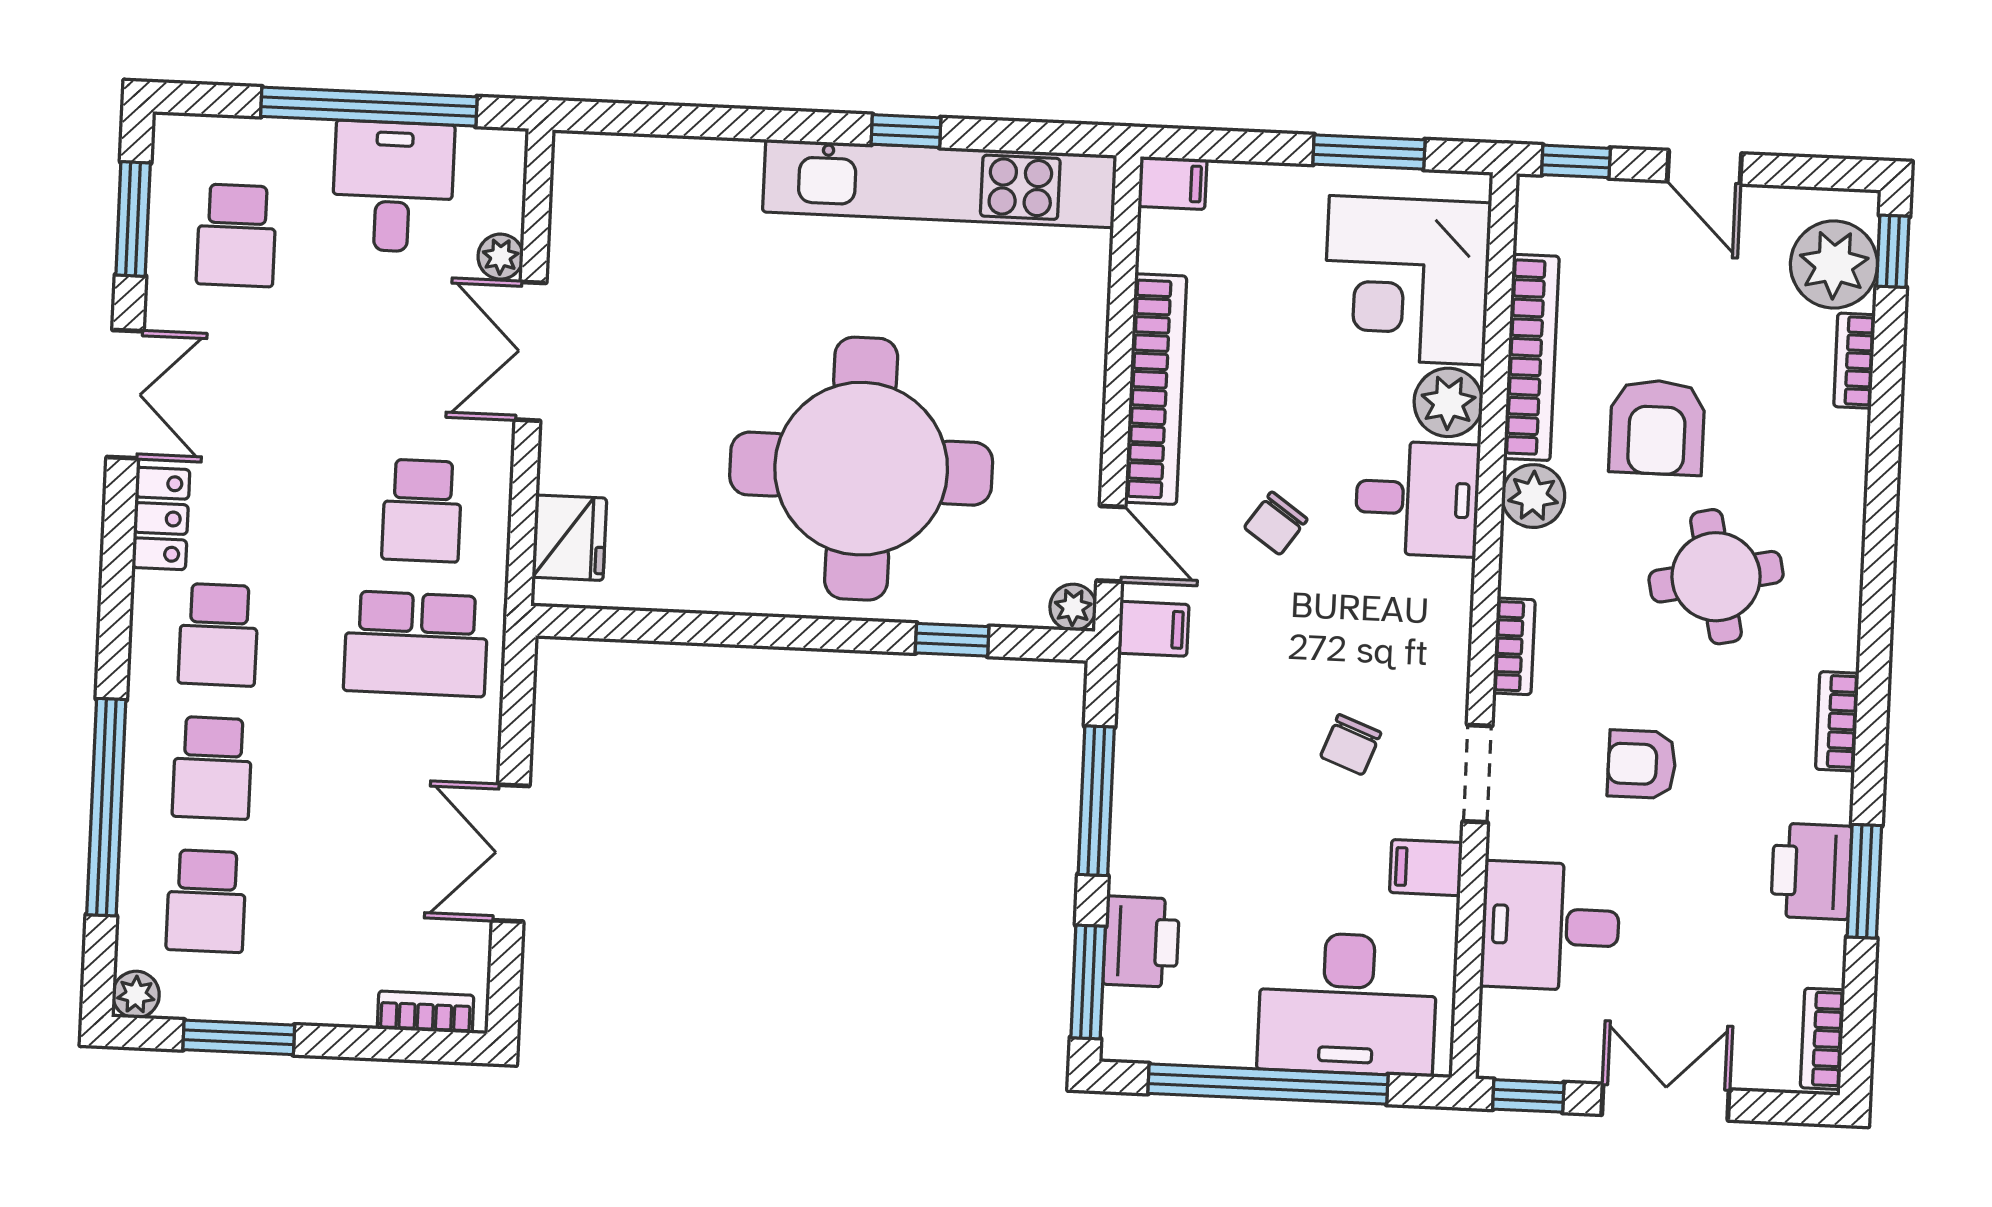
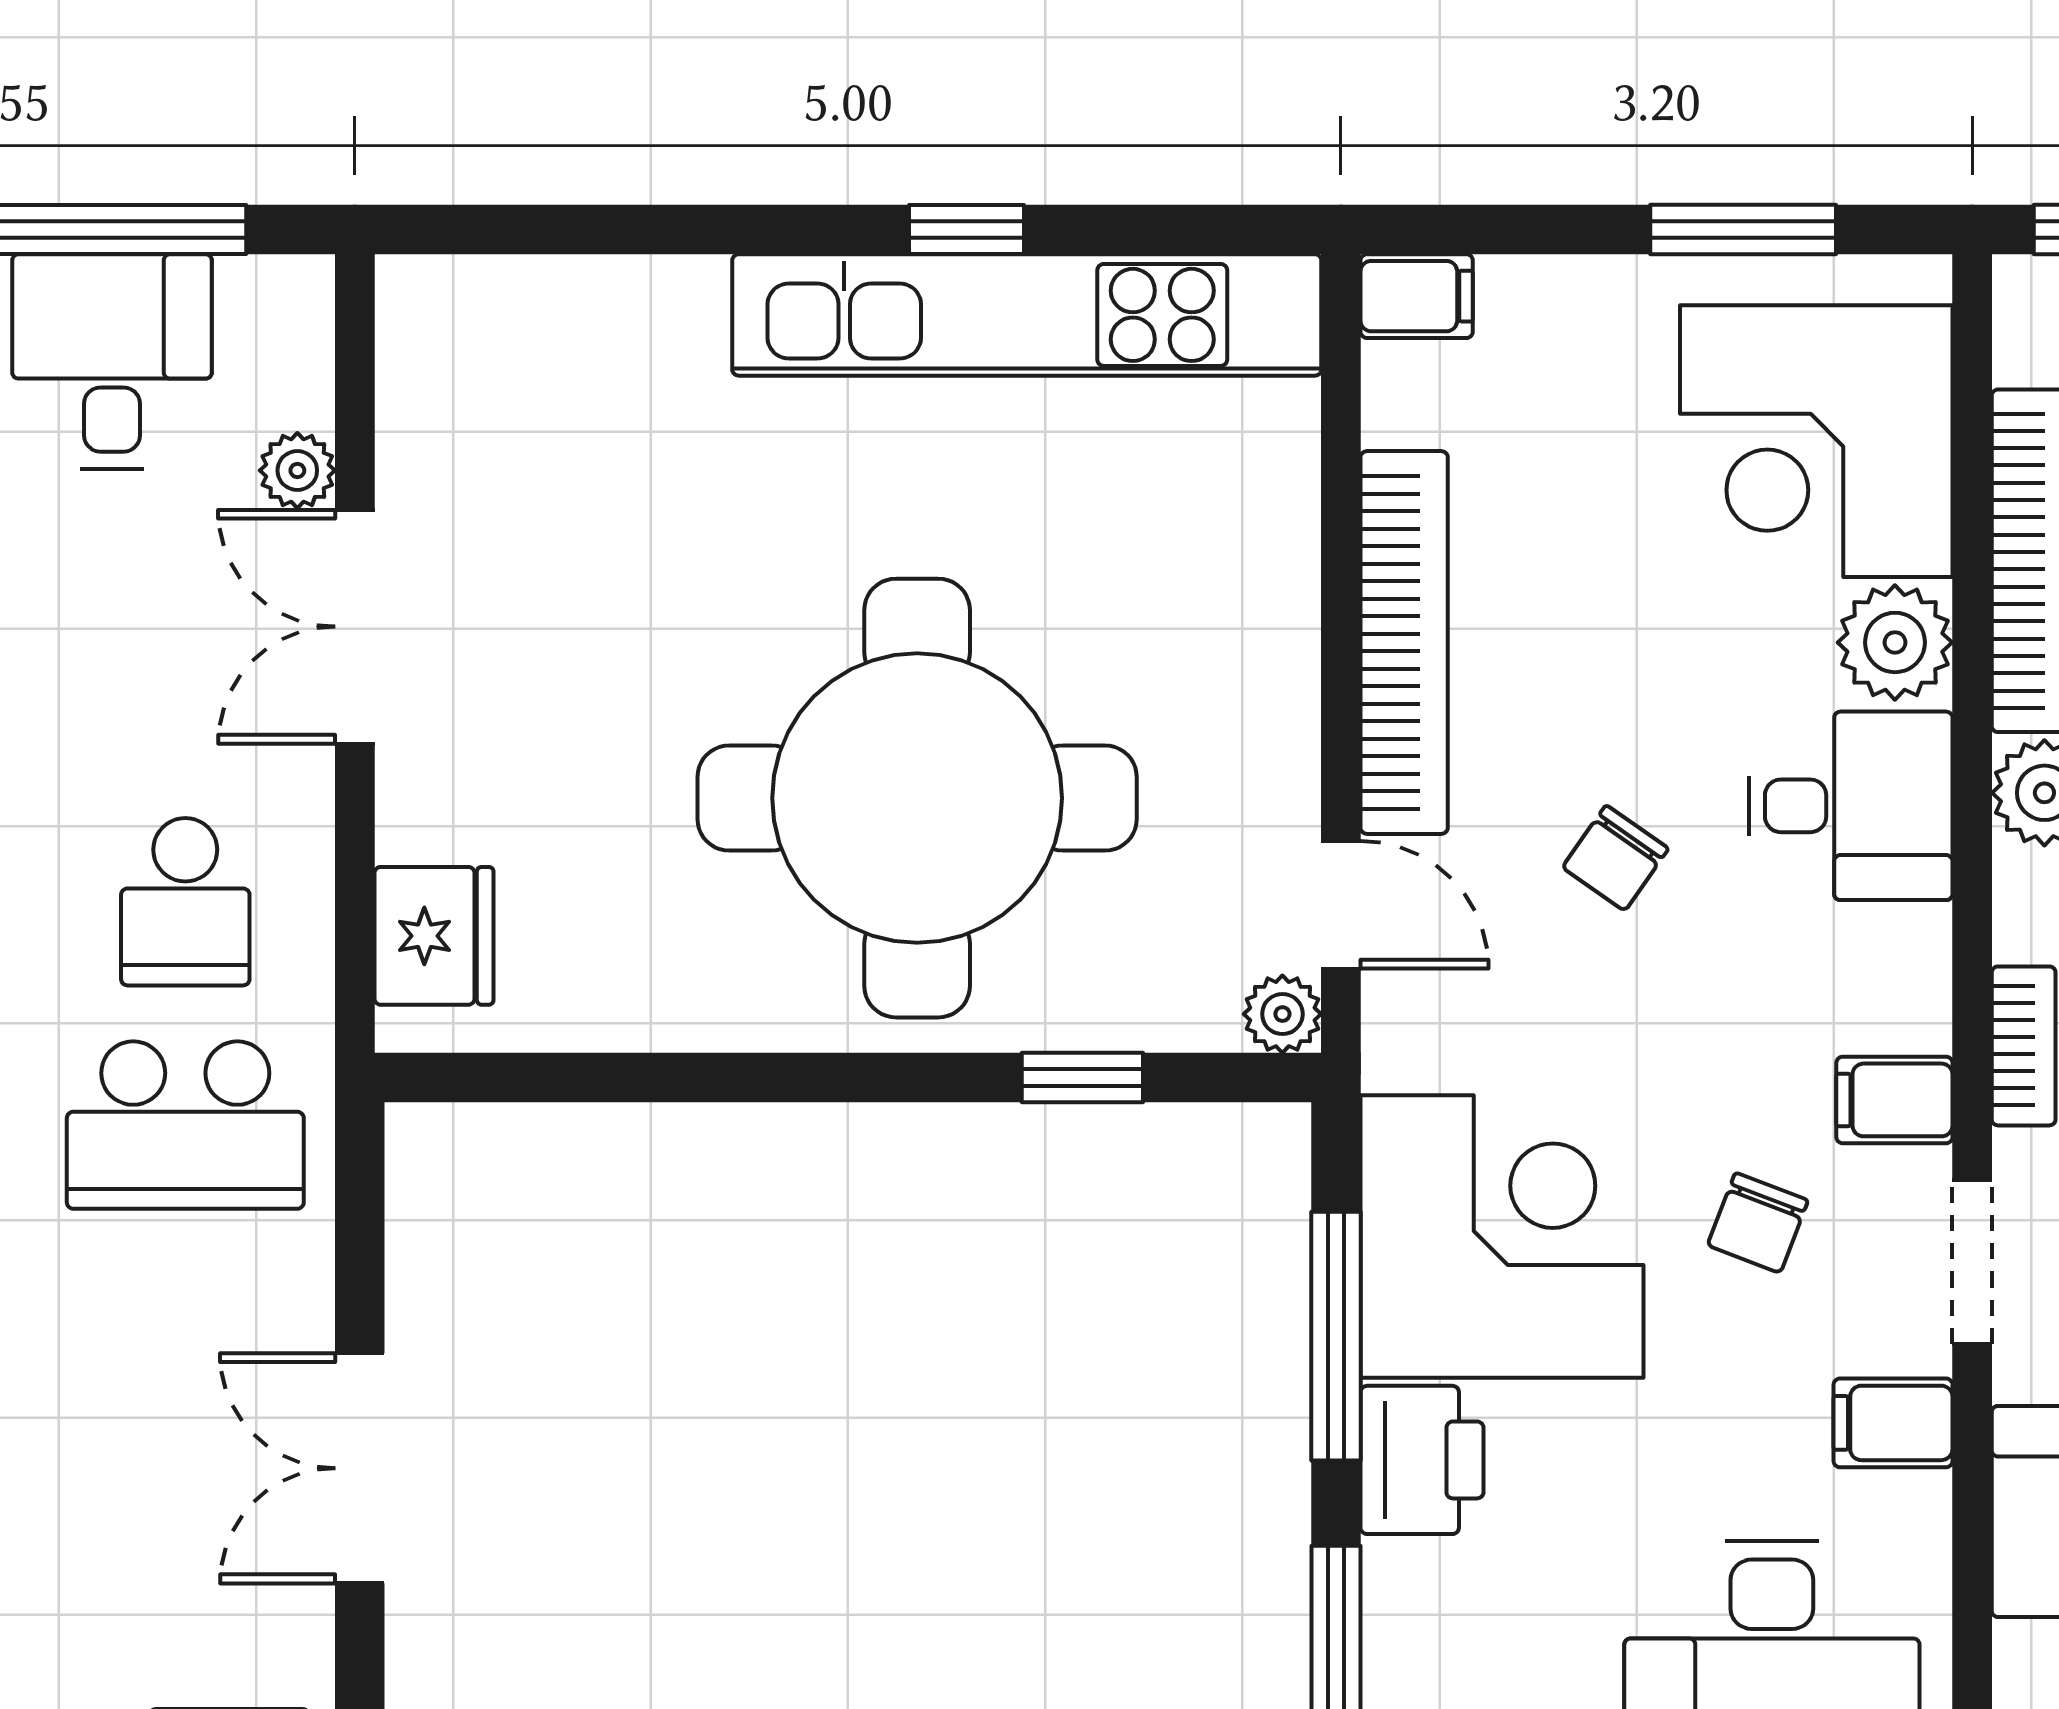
filing cabinet: (1153, 629) -> (1894, 1100), moved, turned 180
corner desk: (1198, 746) -> (1502, 1237), added
printer: (1141, 942) -> (1422, 1460), moved

